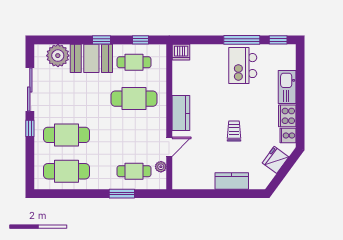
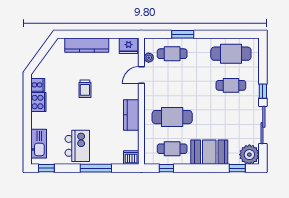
window: (101, 40) -> (237, 168), moved
window: (242, 40) -> (96, 168), moved
plant: (58, 56) -> (249, 155), moved
kitchen sink: (287, 87) -> (39, 144), moved
kitchen counter: (181, 113) -> (131, 115), moved
cafe table: (67, 135) -> (231, 85), width x0.73, depth x0.74
fridge: (275, 160) -> (129, 46), moved, turned 54
kitchen counter: (232, 181) -> (87, 45), width x1.50

